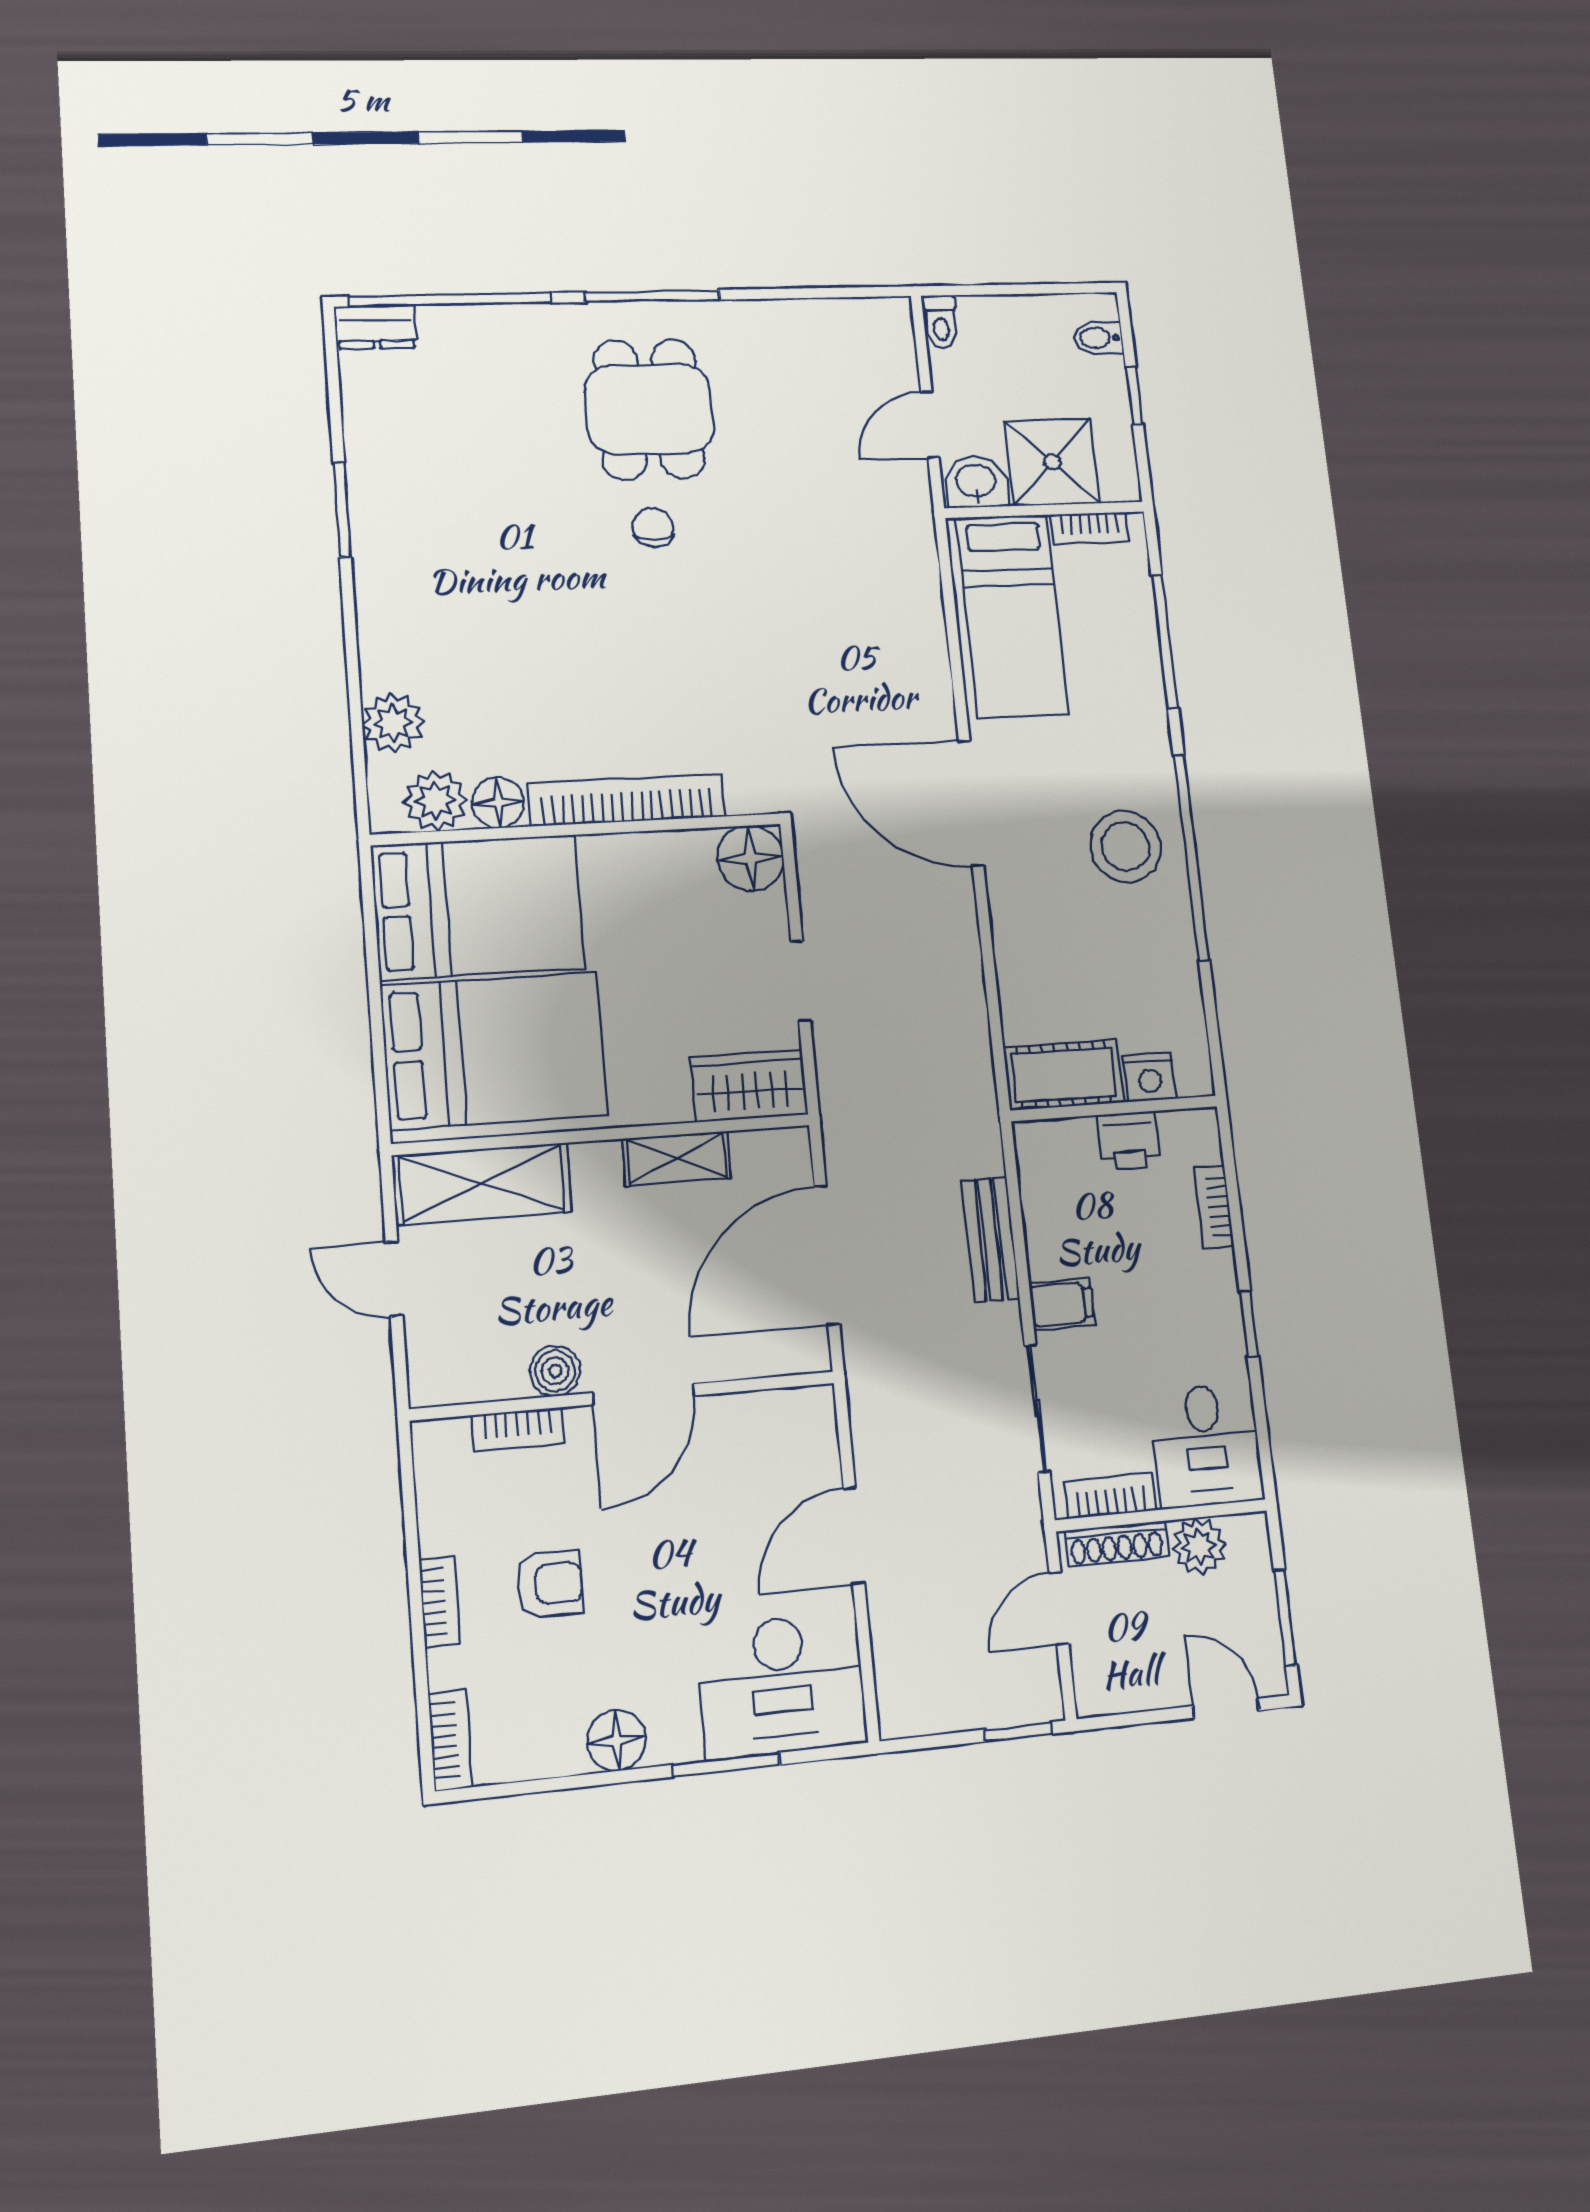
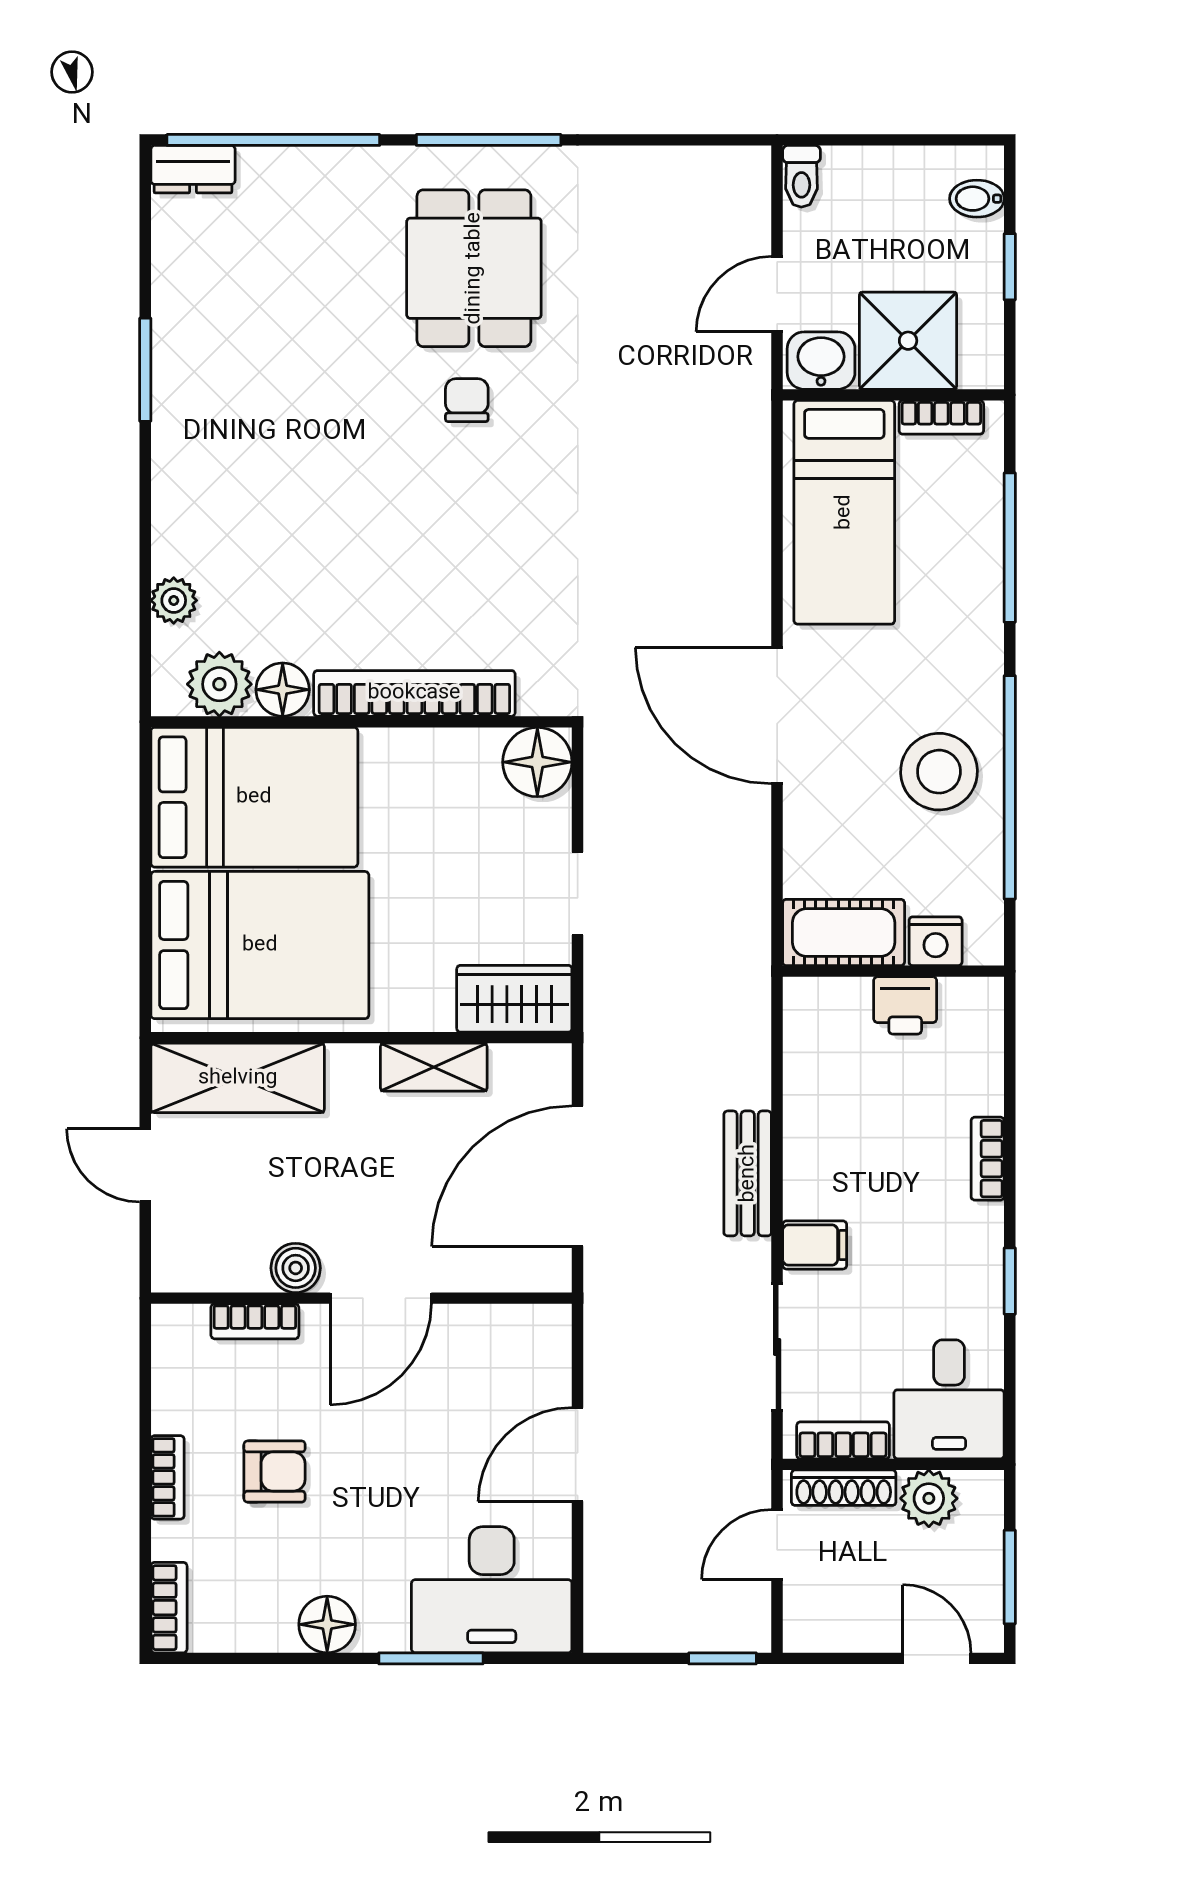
plant: (393, 723) -> (174, 600), width x0.73, depth x0.73
cot: (1064, 1075) -> (844, 932), moved
nightstand: (1150, 1077) -> (936, 941), moved
wall: (1114, 1108) -> (893, 971), moved
printer: (1129, 1140) -> (905, 1005), moved

